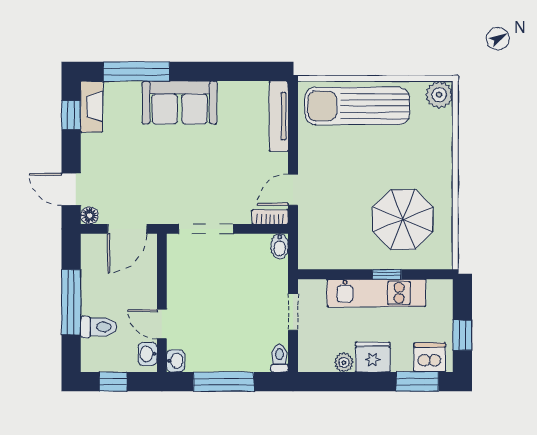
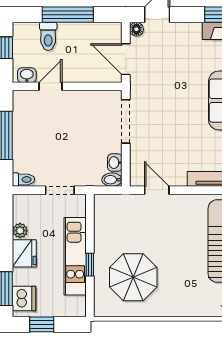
bookcase: (270, 217) -> (135, 172), removed
washbasin: (176, 361) -> (115, 163), moved, turned 90

